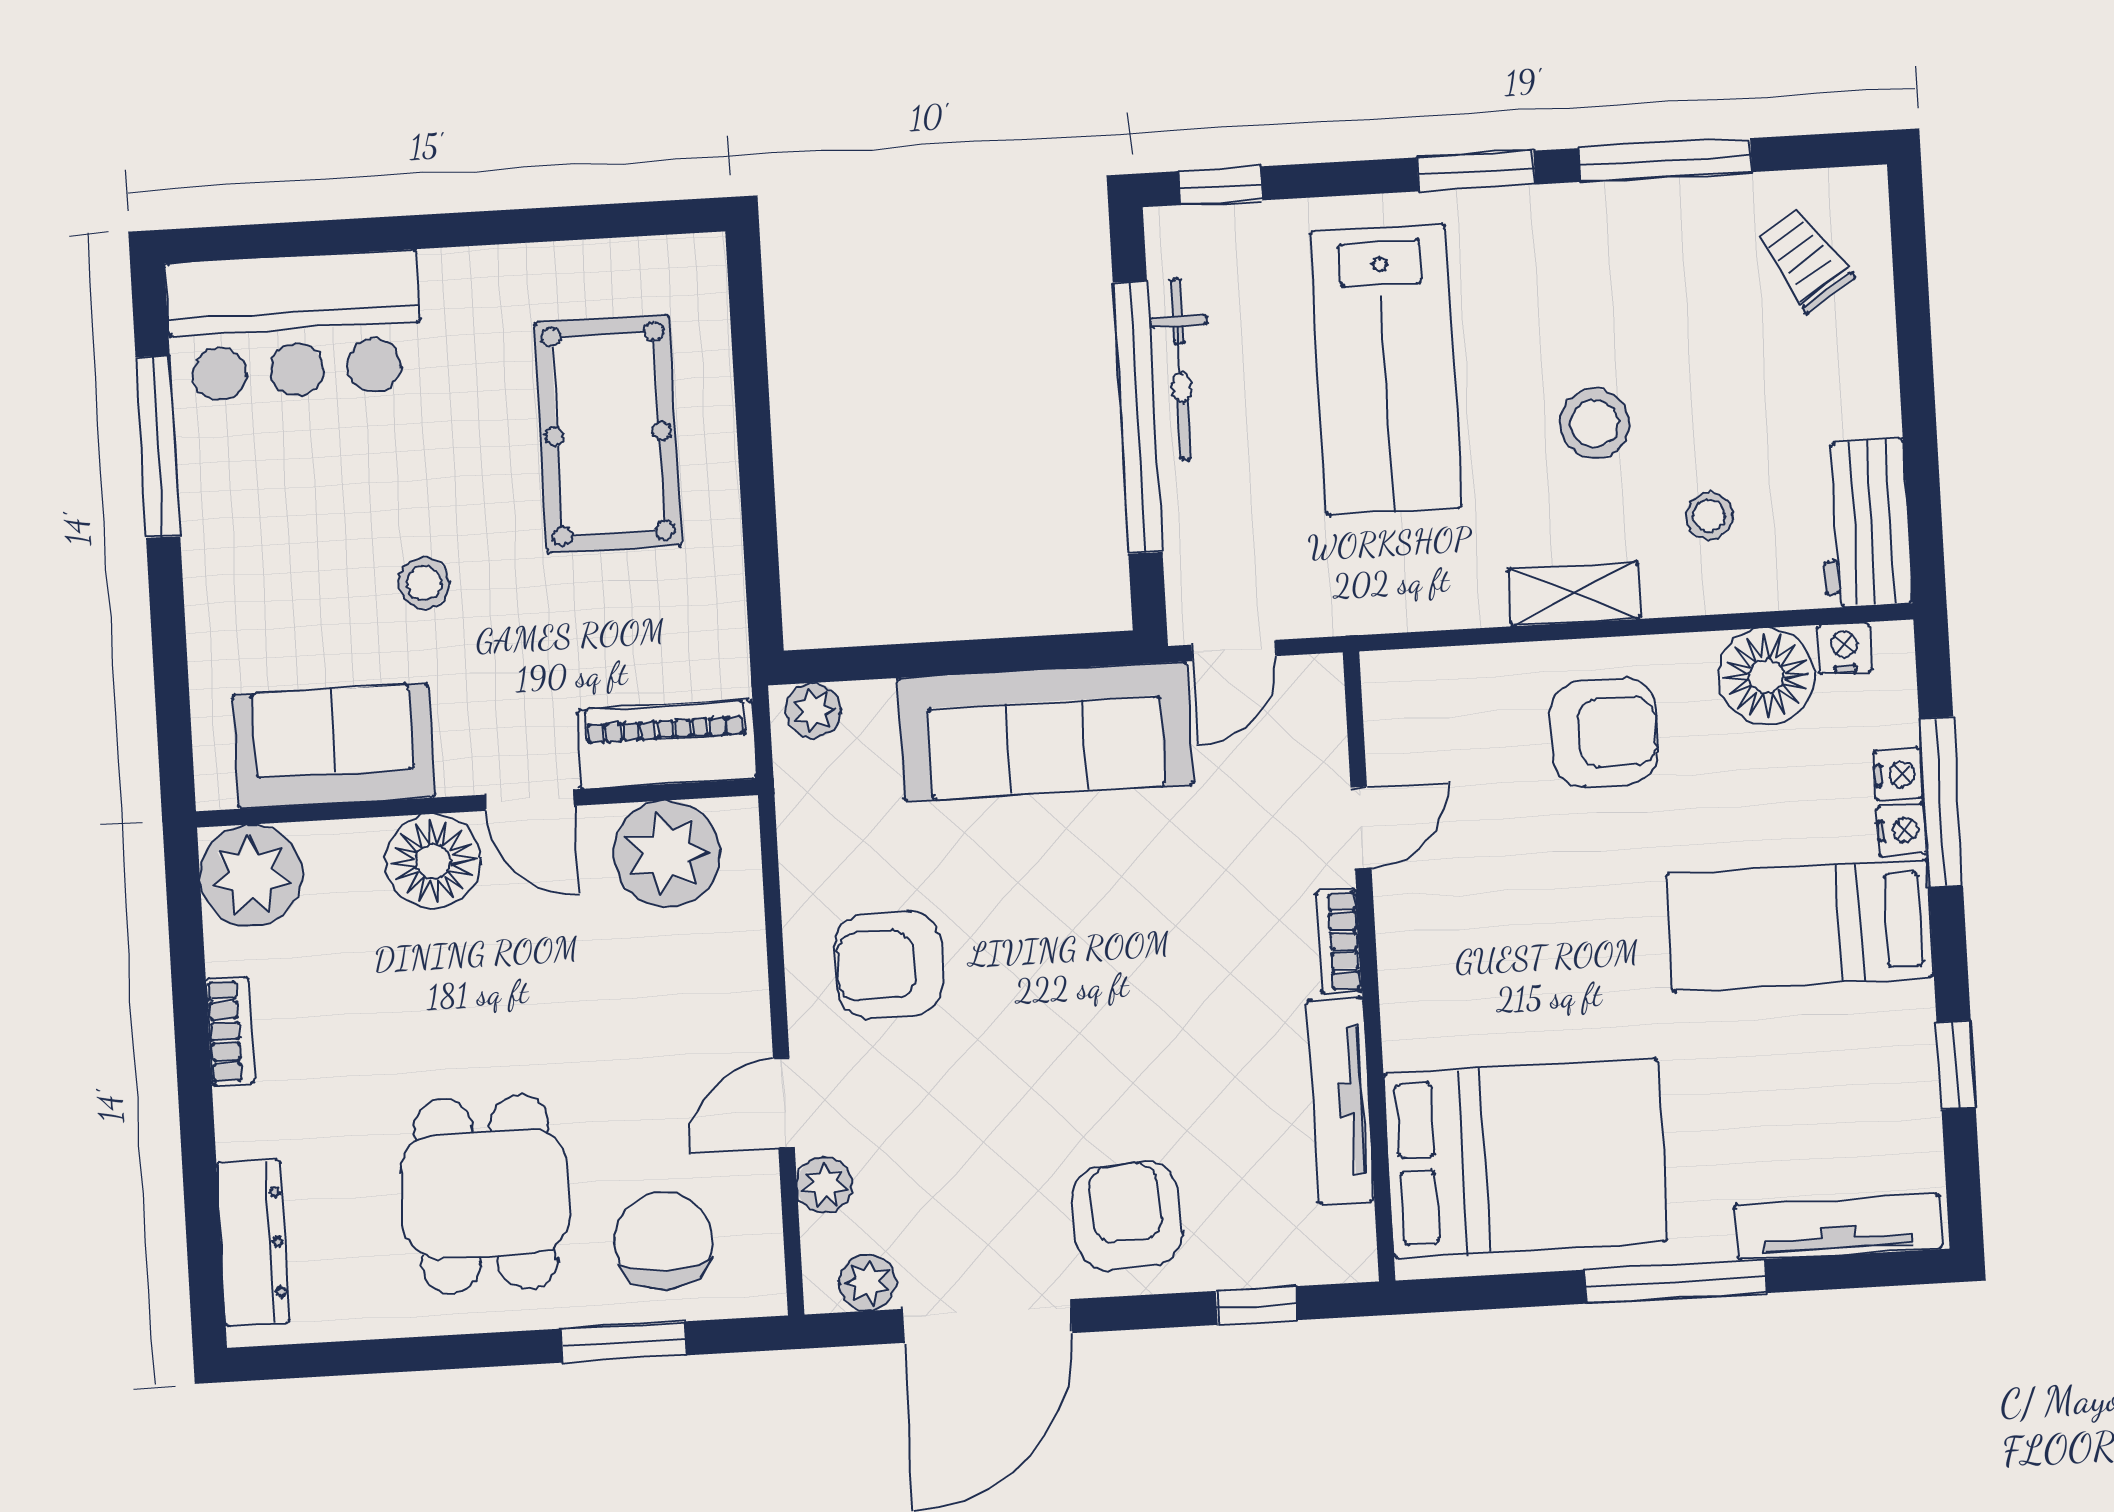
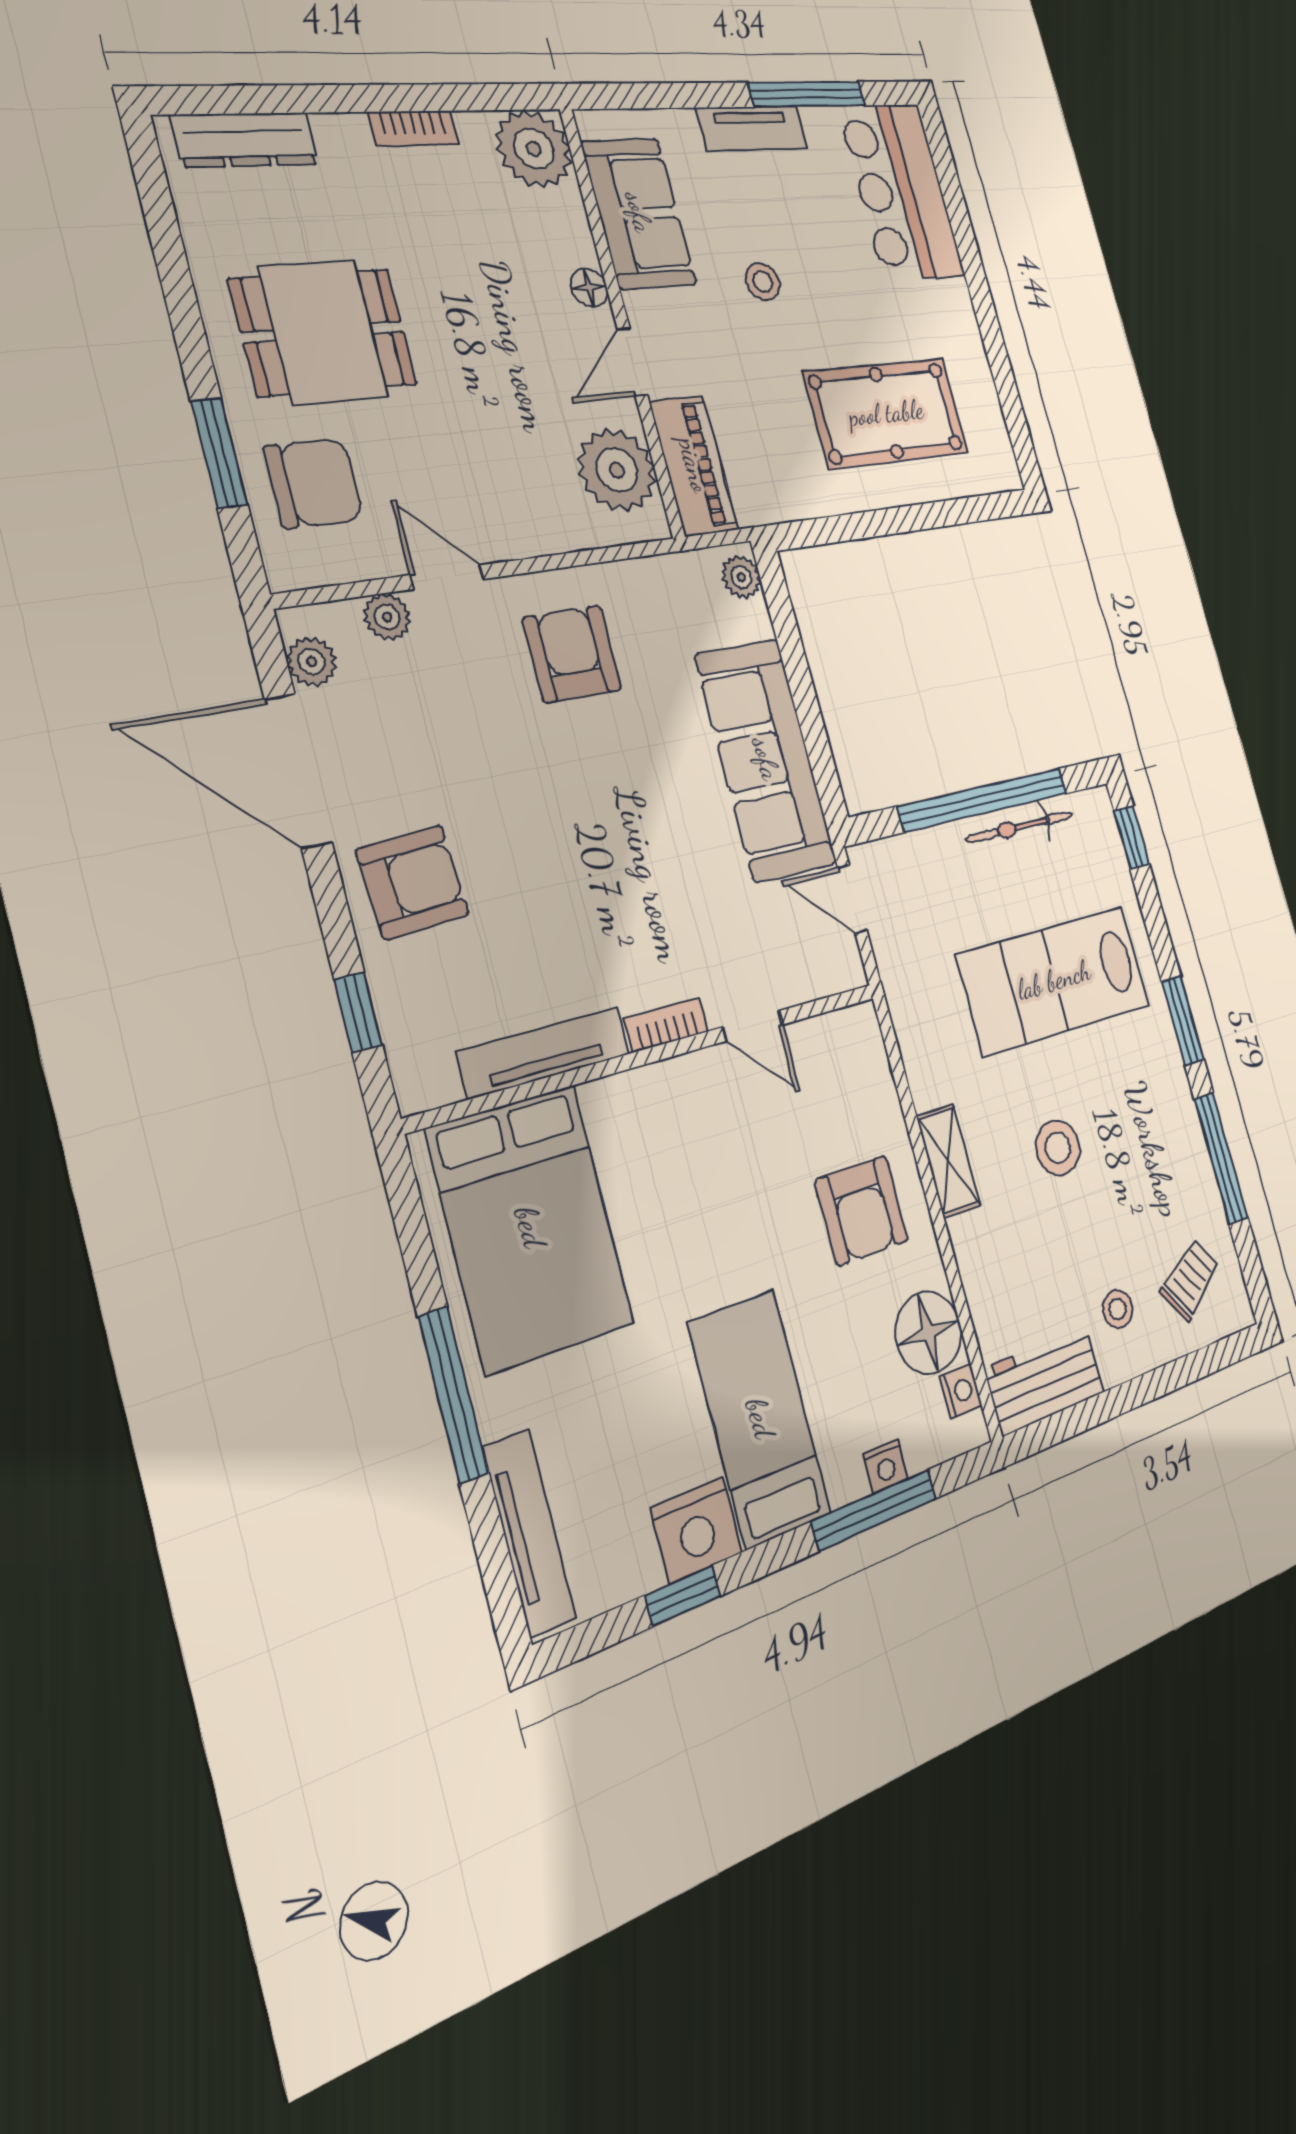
stool: (1709, 516) -> (1118, 1309), moved
tv unit: (211, 547) -> (752, 128), added
nightstand: (1902, 830) -> (696, 1530), moved, width x1.89, depth x1.79
floor lamp: (433, 861) -> (589, 288), width x0.53, depth x0.53

